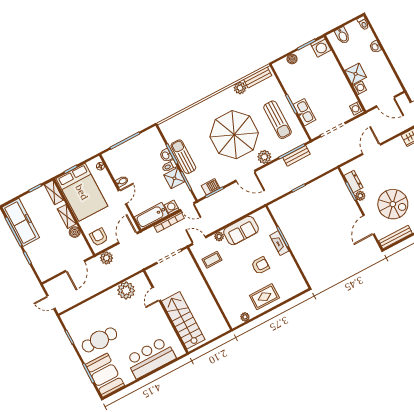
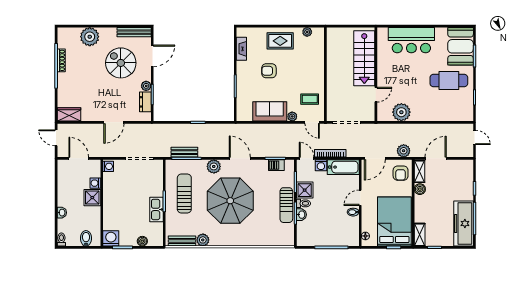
kitchen sink: (304, 112) -> (157, 209), moved
shelving: (67, 216) -> (419, 171), moved
fireplace: (279, 243) -> (241, 49), moved

